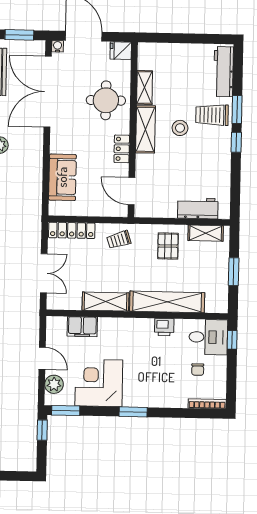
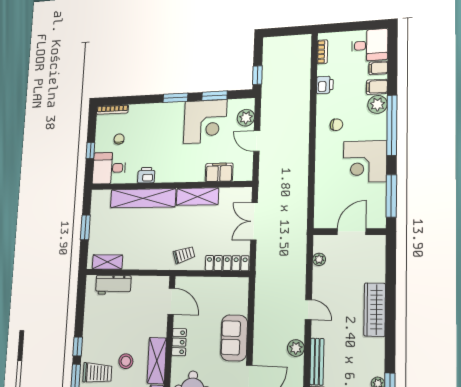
sofa: (62, 177) -> (234, 338), moved
pallet: (168, 246) -> (140, 250), removed
window: (232, 340) -> (90, 151), moved
window: (66, 410) -> (215, 96), moved

